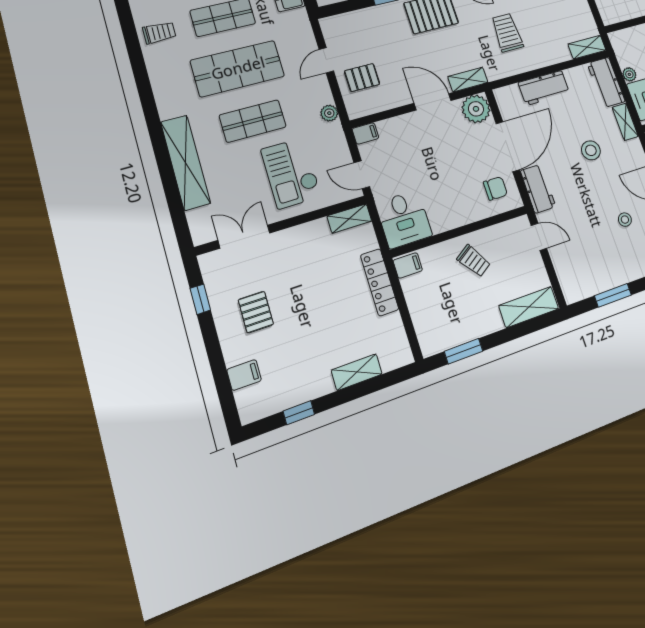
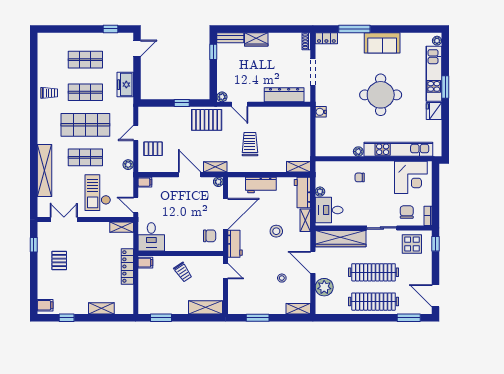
plant: (476, 109) -> (218, 182), width x0.53, depth x0.53
filing cabinet: (244, 375) -> (45, 305), moved

